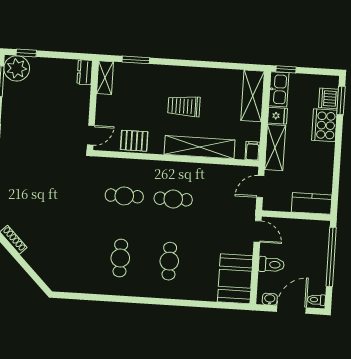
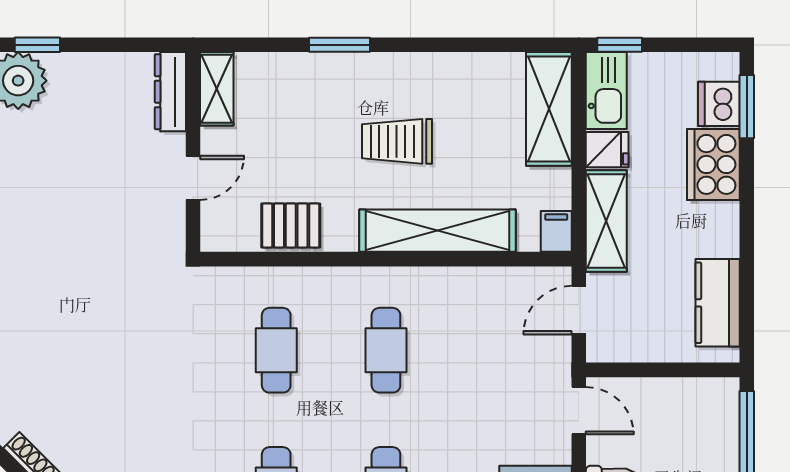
window: (136, 60) -> (340, 45), moved
dresser: (85, 72) -> (170, 92), width x1.44
door: (91, 135) -> (193, 178), moved
cafe table: (124, 196) -> (276, 350), turned 90
cafe table: (173, 199) -> (386, 350), turned 90
kitchen counter: (312, 203) -> (718, 303), moved, turned -90

